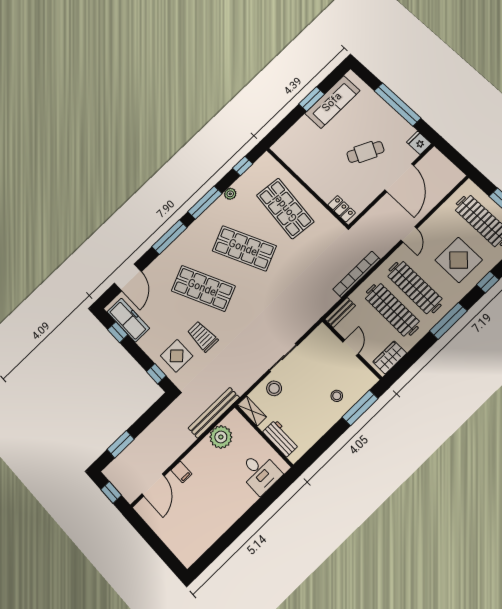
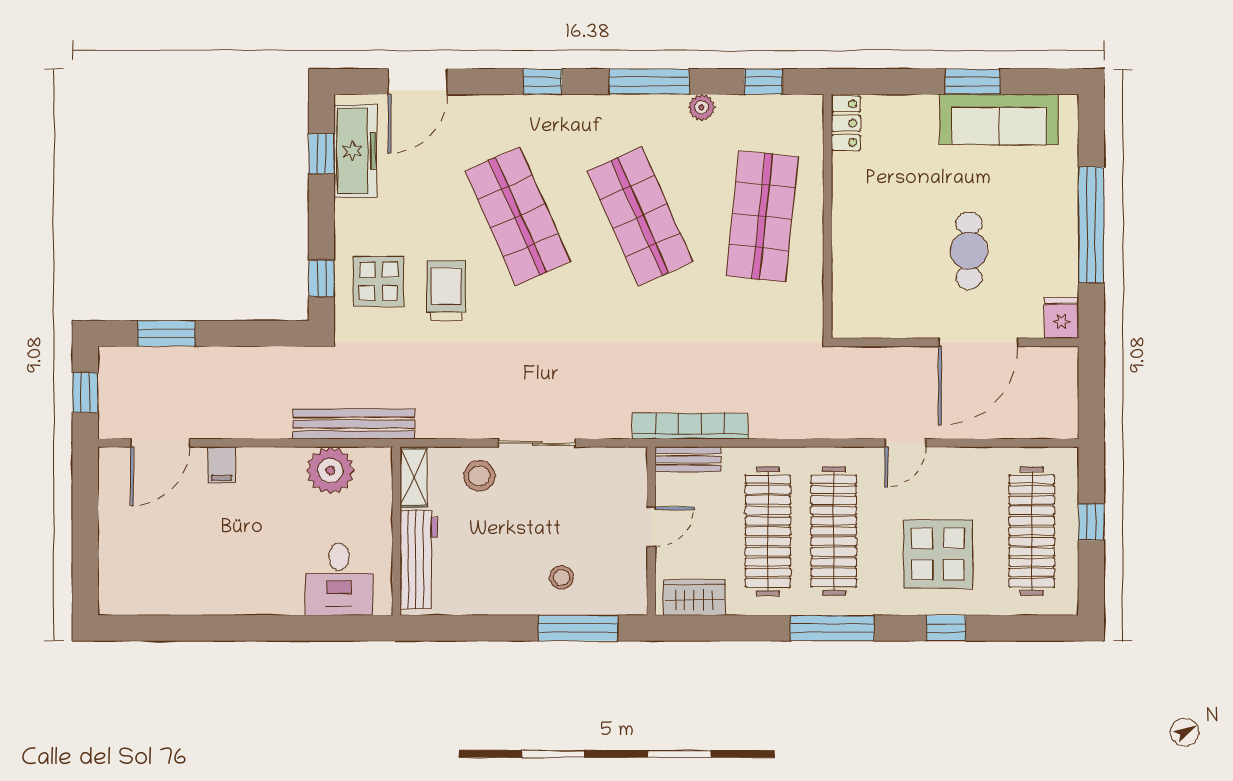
cafe table: (365, 152) -> (969, 251), turned 63
locker: (342, 209) -> (846, 123), moved
window: (169, 237) -> (543, 82), width x0.46
bookcase: (357, 274) -> (690, 426), moved
workbench: (281, 438) -> (419, 559), width x1.38

